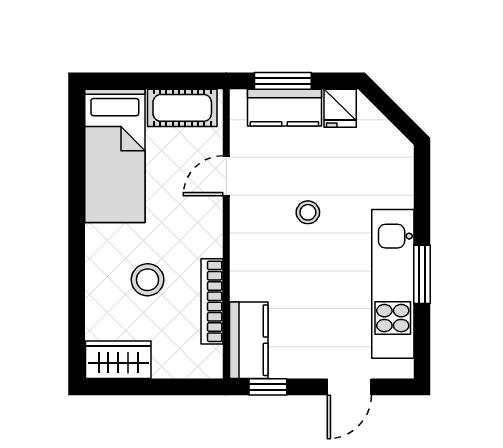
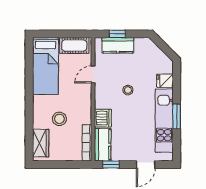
window: (283, 81) -> (117, 34), width x0.67
fridge: (340, 108) -> (165, 81), moved, turned 90
dishwasher: (249, 278) -> (103, 118), added
bookcase: (212, 301) -> (87, 143), moved
wardrobe: (118, 360) -> (41, 143), moved, turned 90

